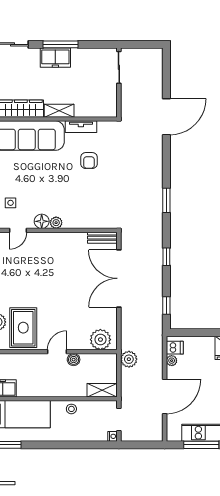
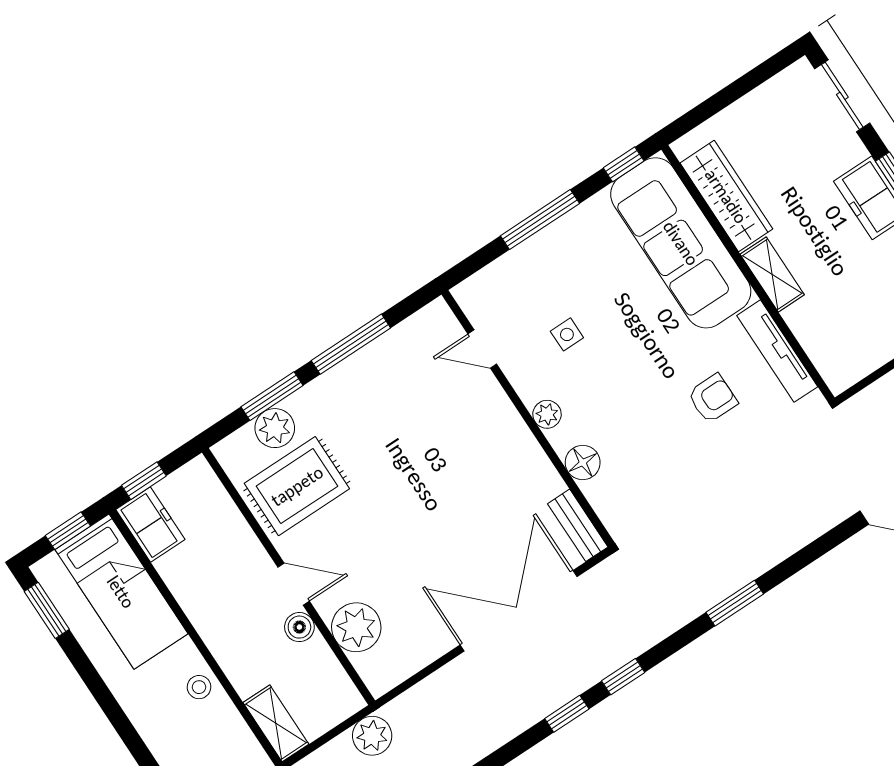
tv unit: (81, 127) -> (777, 351), width x1.41
armchair: (89, 161) -> (713, 398), turned 180
side table: (11, 203) -> (567, 334), moved
floor lamp: (42, 221) -> (583, 462), moved
window: (166, 306) -> (567, 714), moved
plant: (100, 340) -> (356, 627), moved

